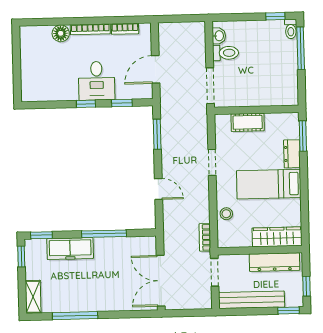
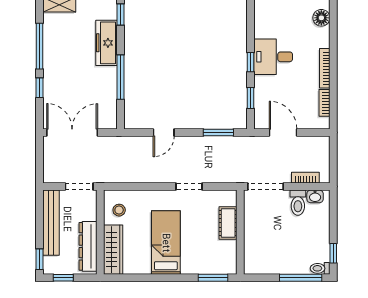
floor lamp: (61, 33) -> (321, 18), moved
desk: (97, 81) -> (273, 57), moved
dresser: (292, 154) -> (196, 266), removed
stool: (226, 214) -> (119, 210), moved
bookcase: (205, 237) -> (305, 178), moved
window: (117, 315) -> (39, 88), added

